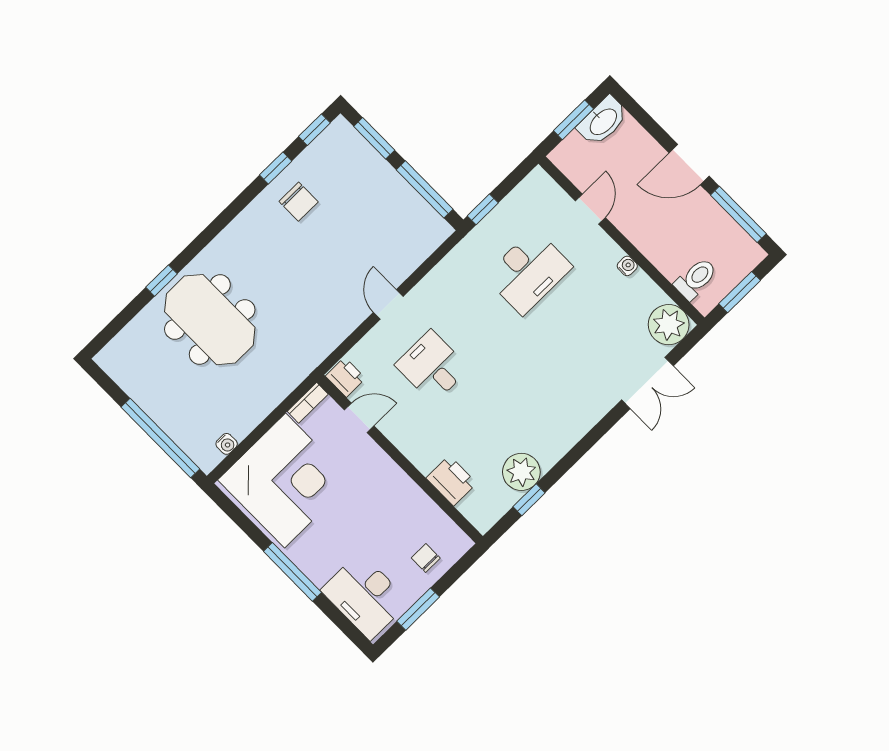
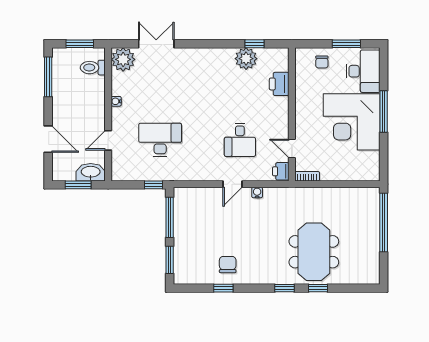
washbasin: (603, 121) -> (91, 172), moved
window: (314, 130) -> (284, 288), moved
door: (689, 165) -> (48, 139), moved
water cooler: (227, 444) -> (257, 193), moved
corner desk: (285, 480) -> (352, 122), moved, turned -90

